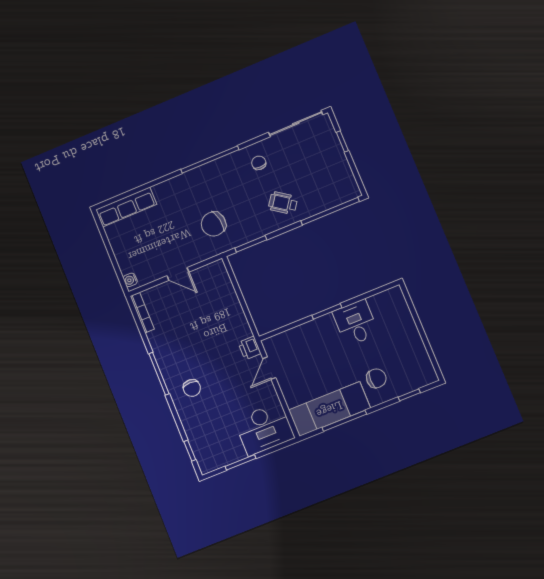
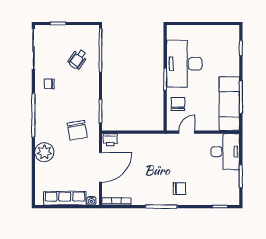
plant: (168, 193) -> (44, 152), added
wheelchair: (283, 203) -> (78, 59), moved
row of seats: (126, 207) -> (65, 198), moved, turned -90
door: (178, 274) -> (100, 167), width x1.88
desk: (356, 323) -> (184, 64), width x1.87, depth x1.30
printer: (250, 348) -> (110, 140), moved
door: (269, 368) -> (187, 132), swing flipped
chair: (376, 378) -> (178, 104), moved

